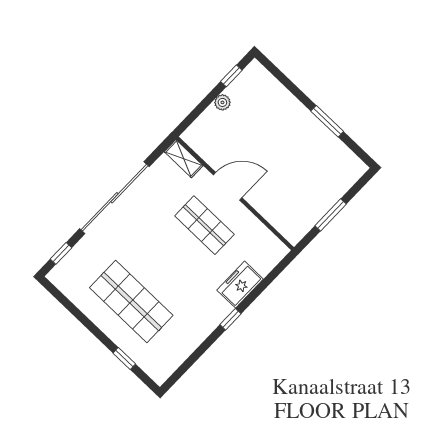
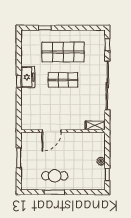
cafe table: (305, 143) -> (55, 176), added
door: (228, 186) -> (51, 131), moved
shop shelf: (204, 225) -> (63, 80), moved
freezer: (240, 285) -> (28, 77), moved

